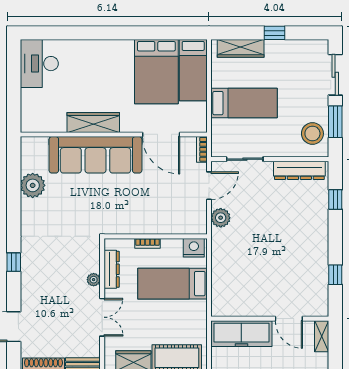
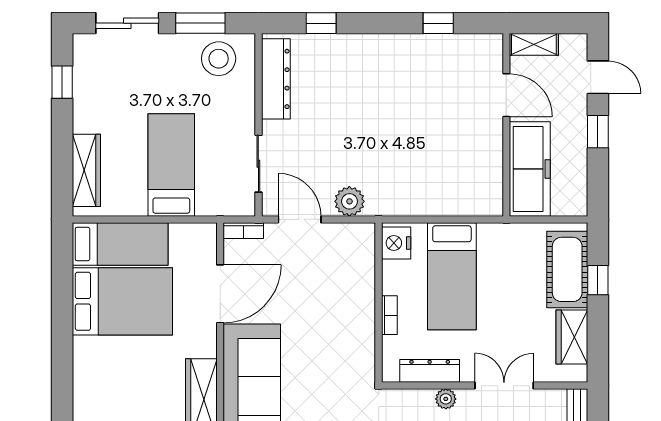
window: (275, 33) -> (62, 82), moved
door: (289, 319) -> (506, 95), hinge flipped

